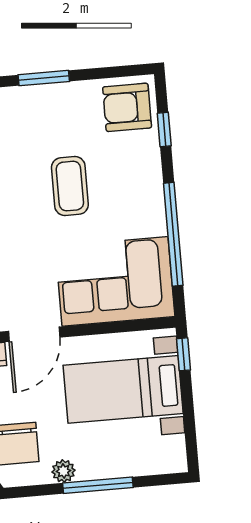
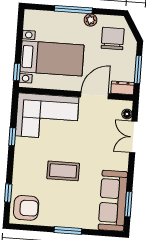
coffee table: (70, 186) -> (63, 171), turned 90
window: (173, 234) -> (12, 137), width x0.32

